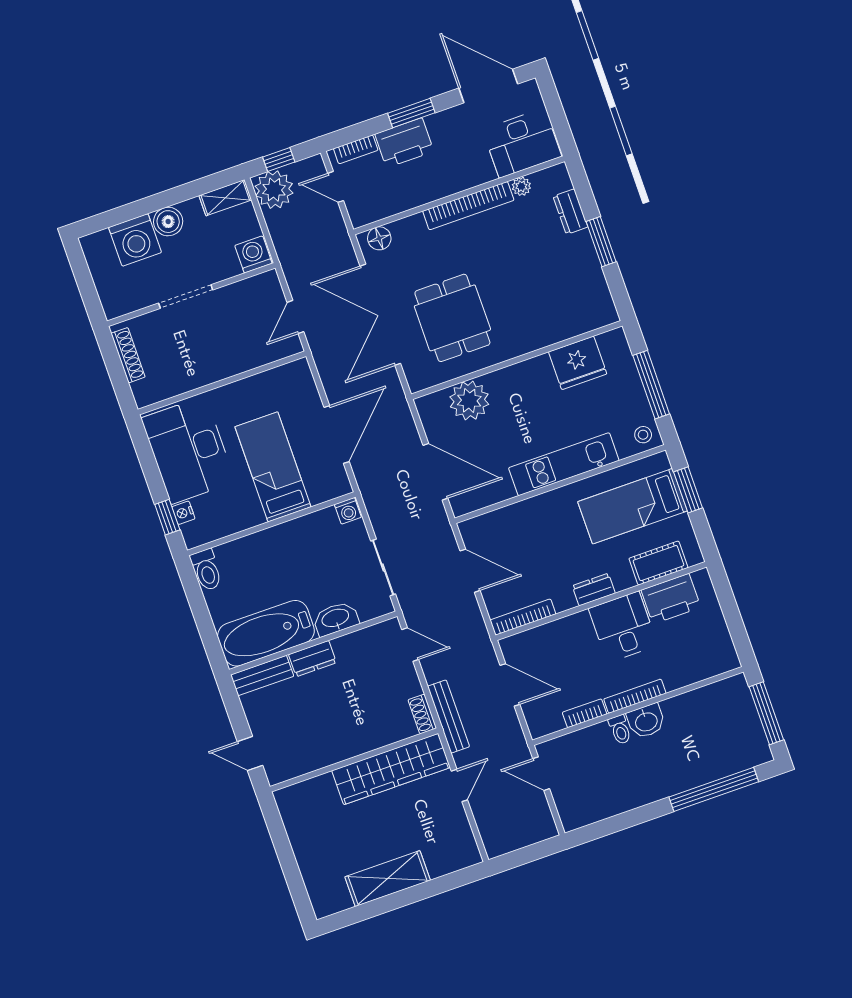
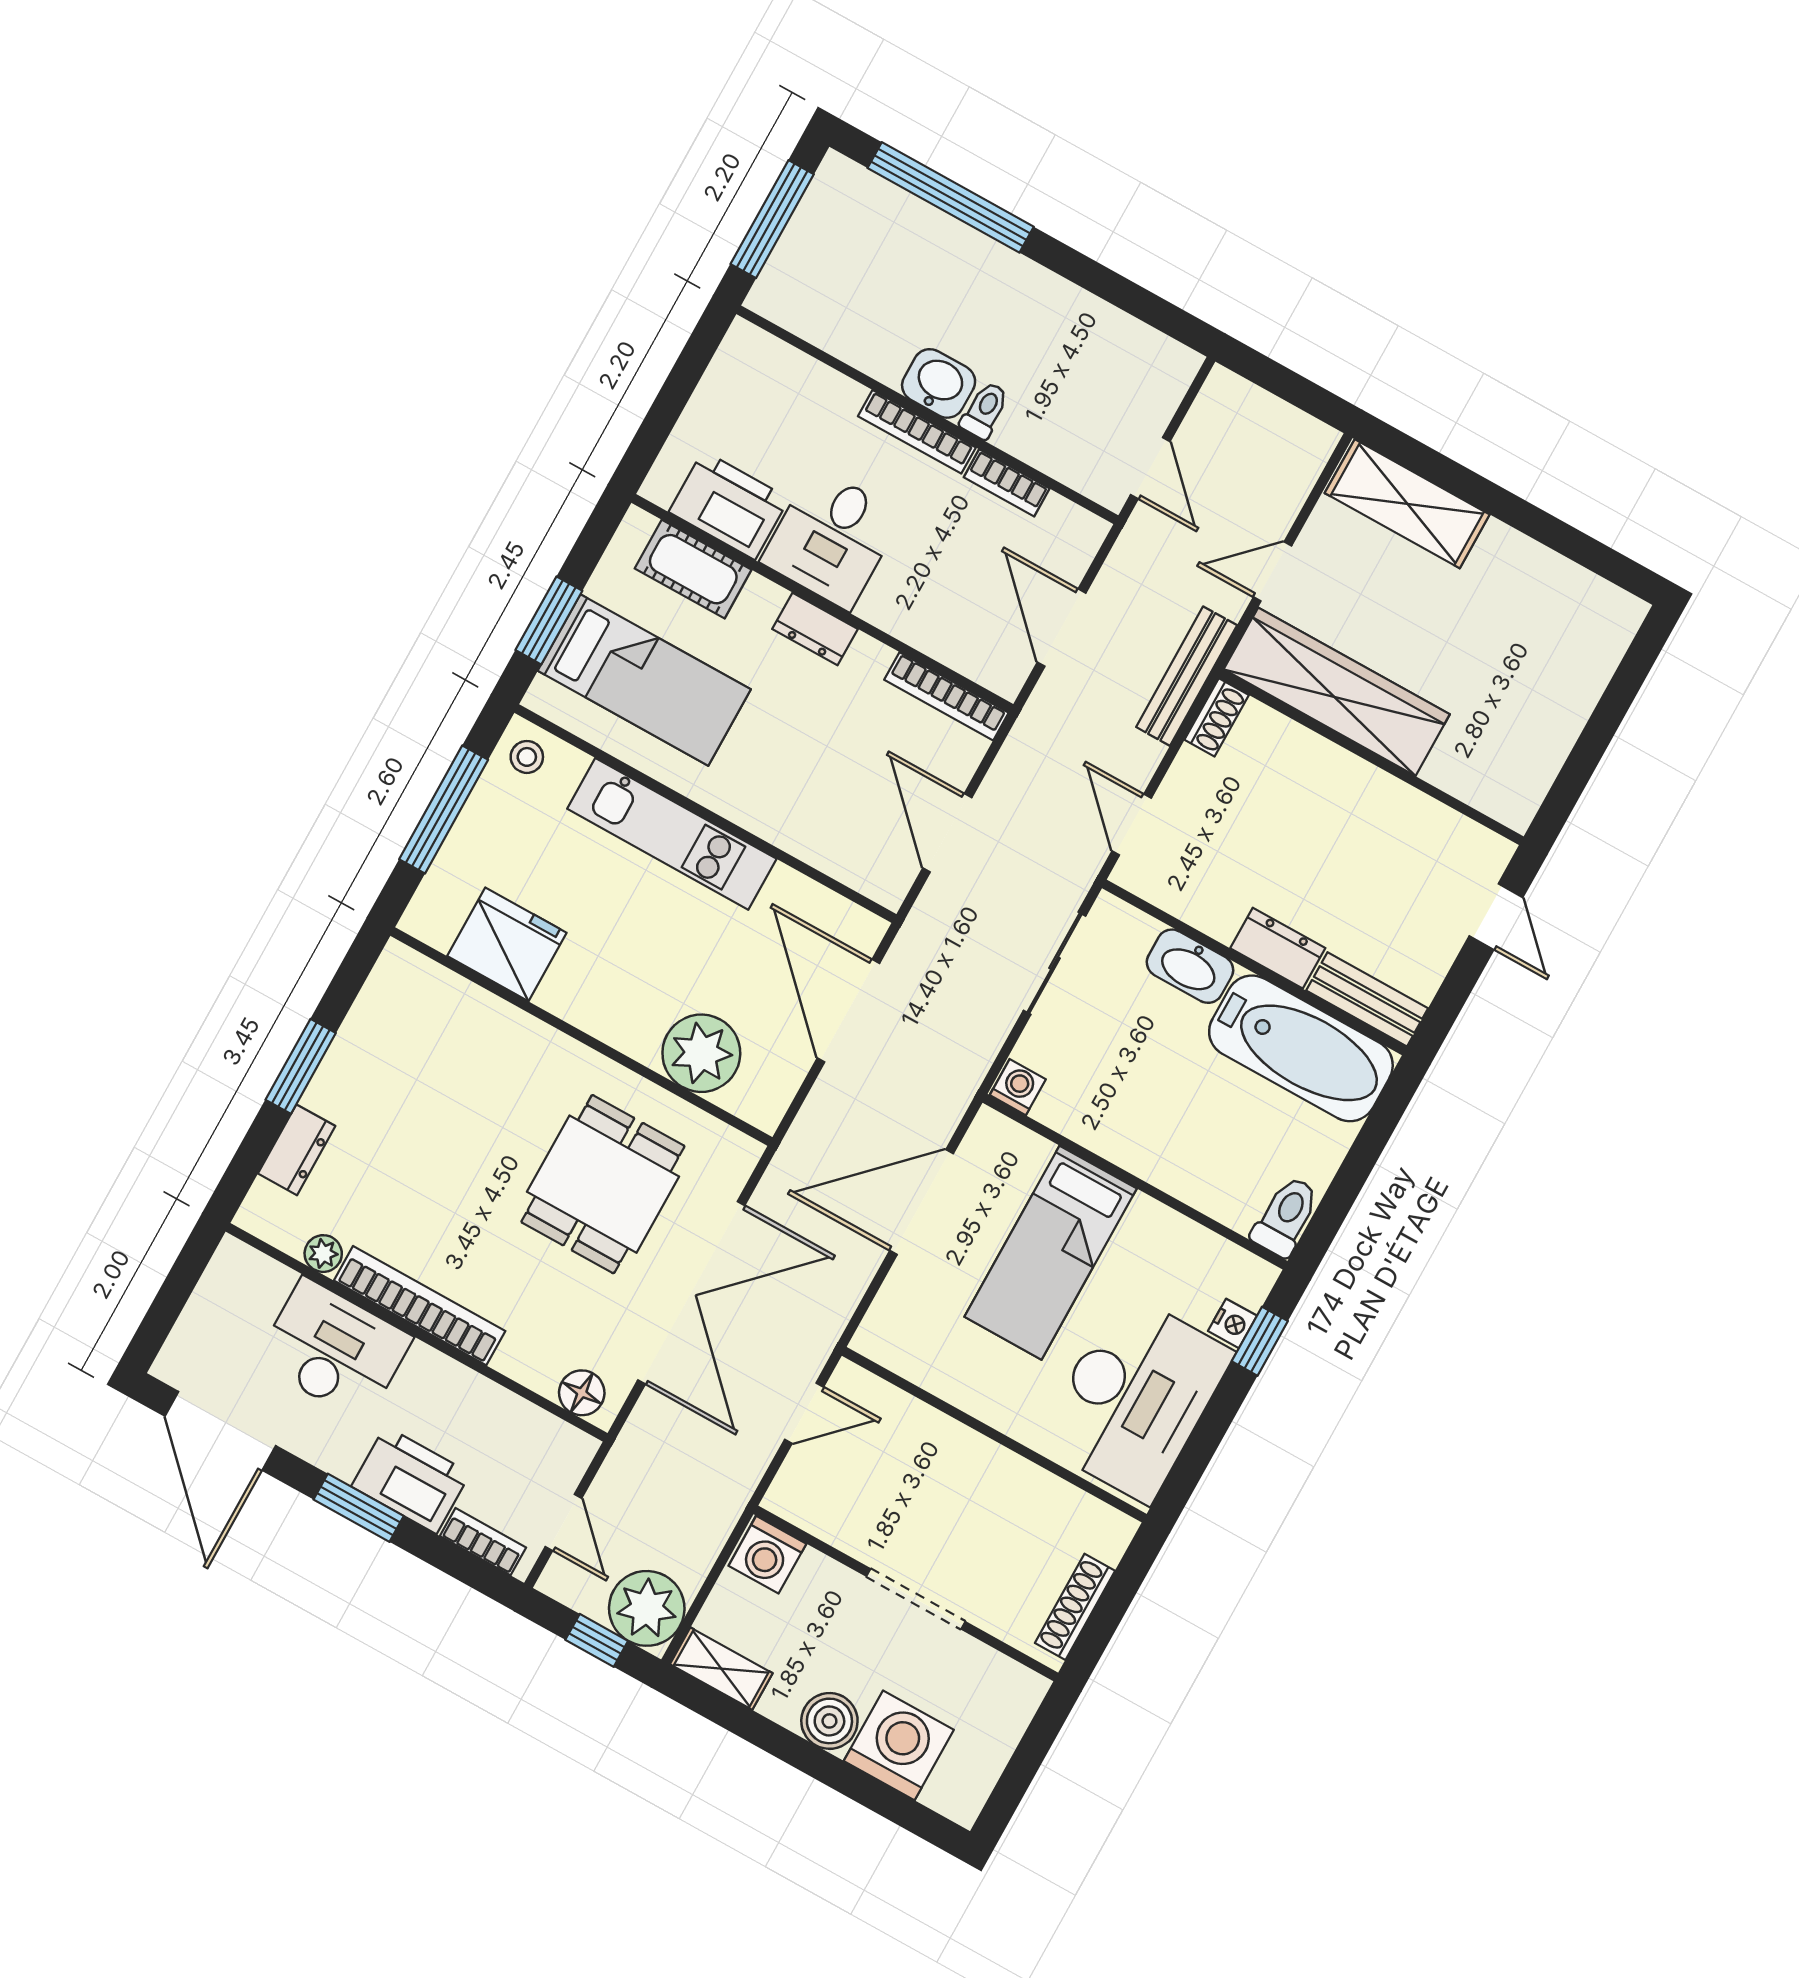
desk: (522, 143) -> (334, 1350), moved
shelving: (388, 879) -> (1407, 504), moved

